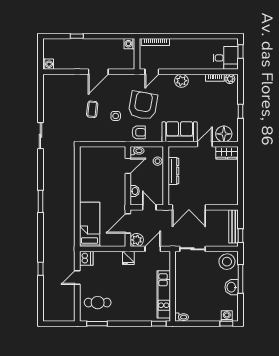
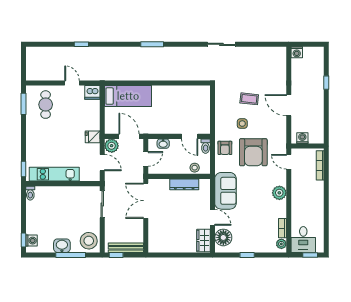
washing machine: (129, 44) -> (302, 138), moved
armchair: (143, 105) -> (253, 152), turned 80

